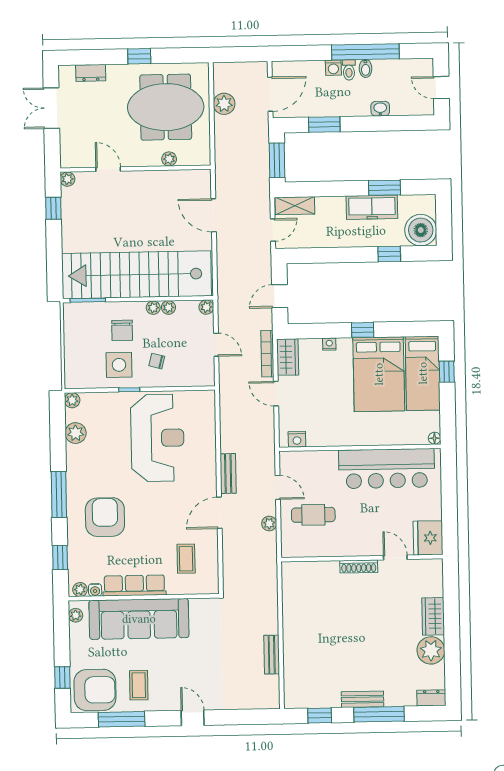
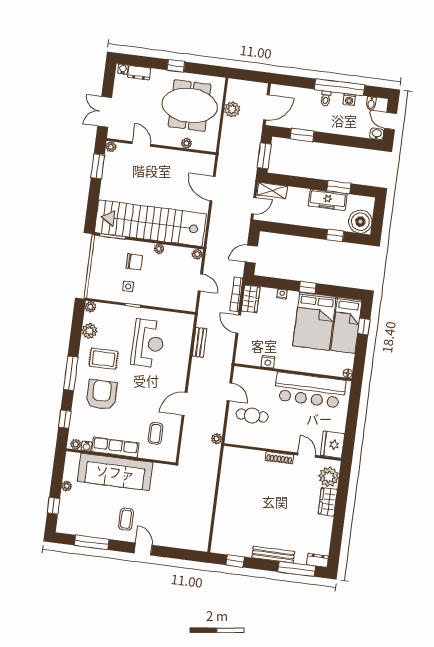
washing machine: (333, 68) -> (349, 100), moved
bidet: (366, 68) -> (371, 103), moved
water cooler: (68, 71) -> (123, 69), added
double door: (51, 108) -> (105, 112), moved
washbasin: (380, 109) -> (377, 134), moved
window: (53, 208) -> (98, 166), width x1.50
plant: (168, 307) -> (170, 250), removed
chair: (122, 330) -> (134, 262), turned -90
chair: (157, 361) -> (156, 288), removed
side table: (119, 365) -> (128, 286), width x0.54, depth x0.54
reception desk: (157, 438) -> (148, 343), width x0.74, depth x0.77
nightstand: (297, 439) -> (268, 362), moved
rug: (100, 468) -> (103, 359), added
bench: (228, 474) -> (200, 342), moved
plant: (269, 524) -> (217, 439), moved
plant: (76, 615) -> (67, 486), moved
plant: (431, 650) -> (329, 477), moved
bench: (272, 655) -> (207, 512), removed
coffee table: (139, 685) -> (126, 519), moved
armchair: (95, 690) -> (76, 518), removed
bench: (362, 699) -> (273, 555), width x1.36
window: (379, 714) -> (297, 569), moved

